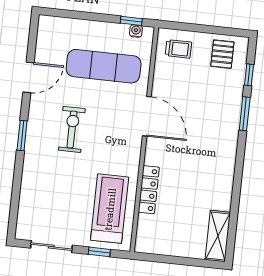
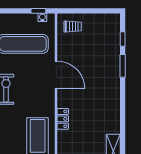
pallet: (222, 54) -> (103, 27), removed
locker: (149, 190) -> (63, 119), width x0.66

